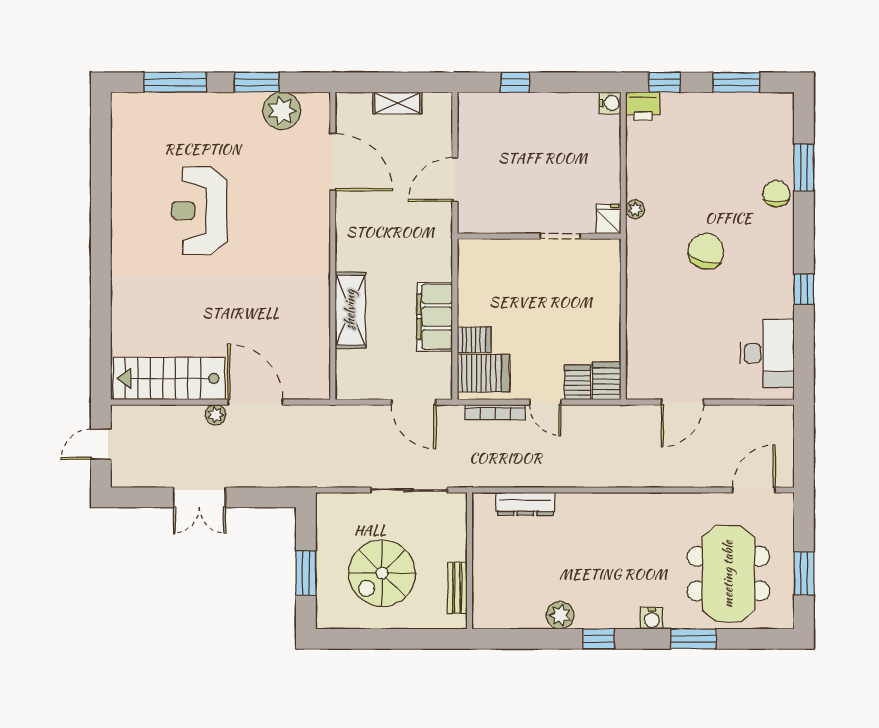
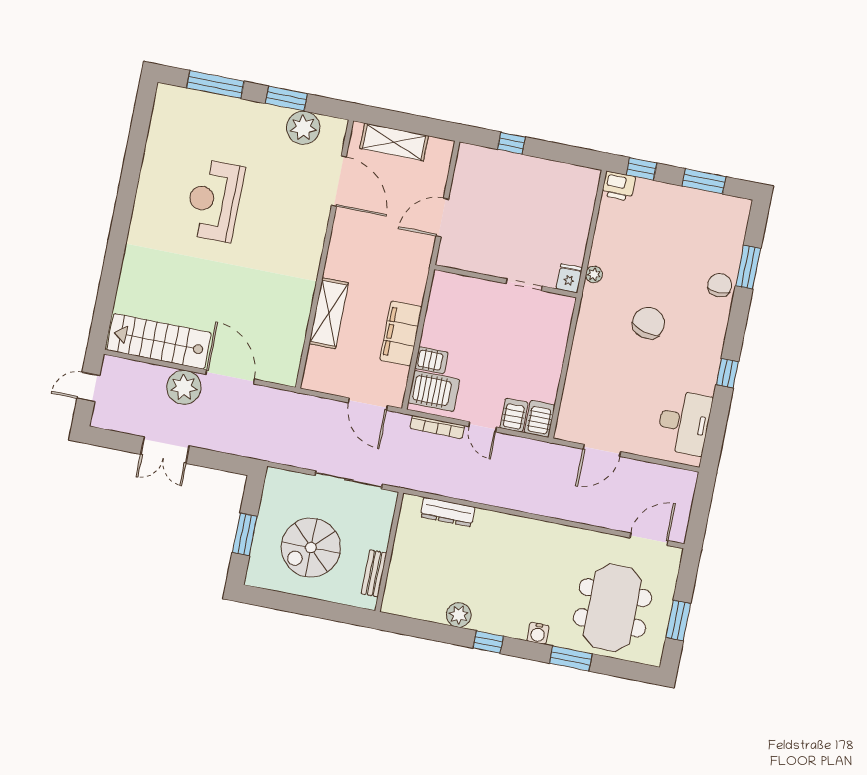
shelving: (397, 103) -> (394, 142), width x1.50, depth x1.33
water cooler: (610, 103) -> (590, 178), removed
plant: (216, 415) -> (184, 387), width x1.88, depth x1.88

